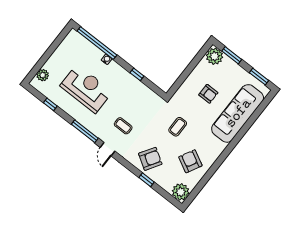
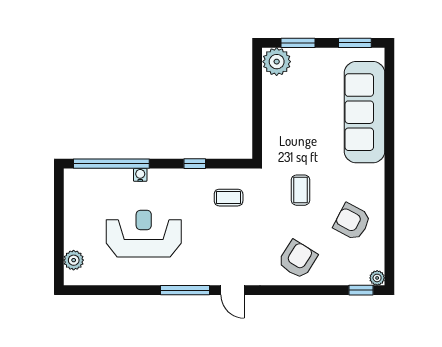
armchair: (208, 94) -> (307, 116), removed
window: (50, 104) -> (113, 290), removed
coffee table: (123, 126) -> (229, 198), moved
window: (147, 180) -> (361, 290), moved
plant: (181, 192) -> (377, 278), width x0.53, depth x0.53

